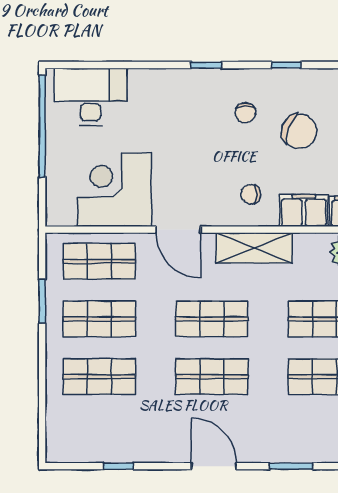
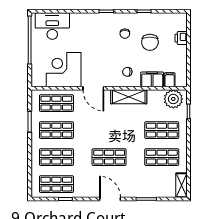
chair: (299, 131) -> (150, 42), turned 69
shop shelf: (212, 319) -> (56, 184), moved

